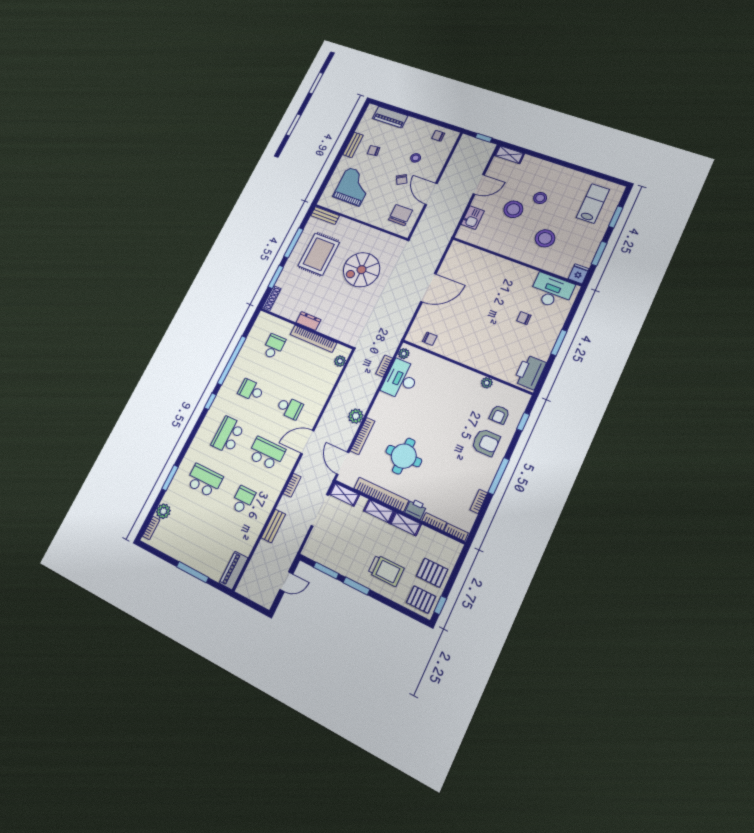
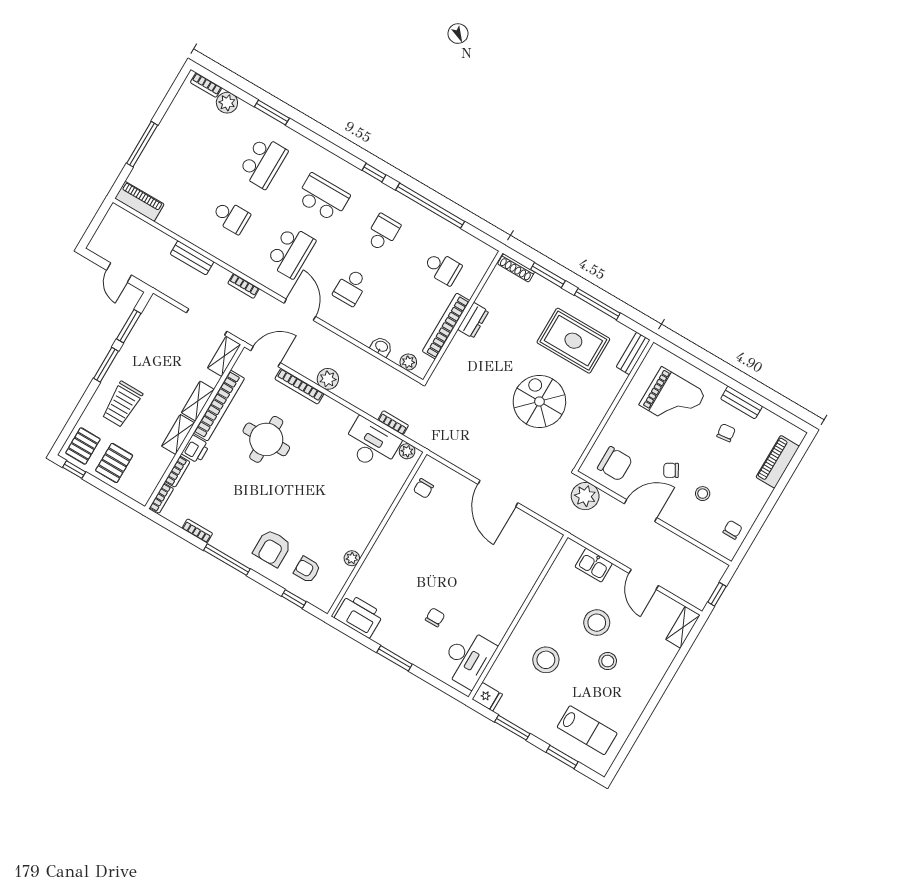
plant: (425, 231) -> (585, 496), added
washbasin: (330, 381) -> (381, 347), added

